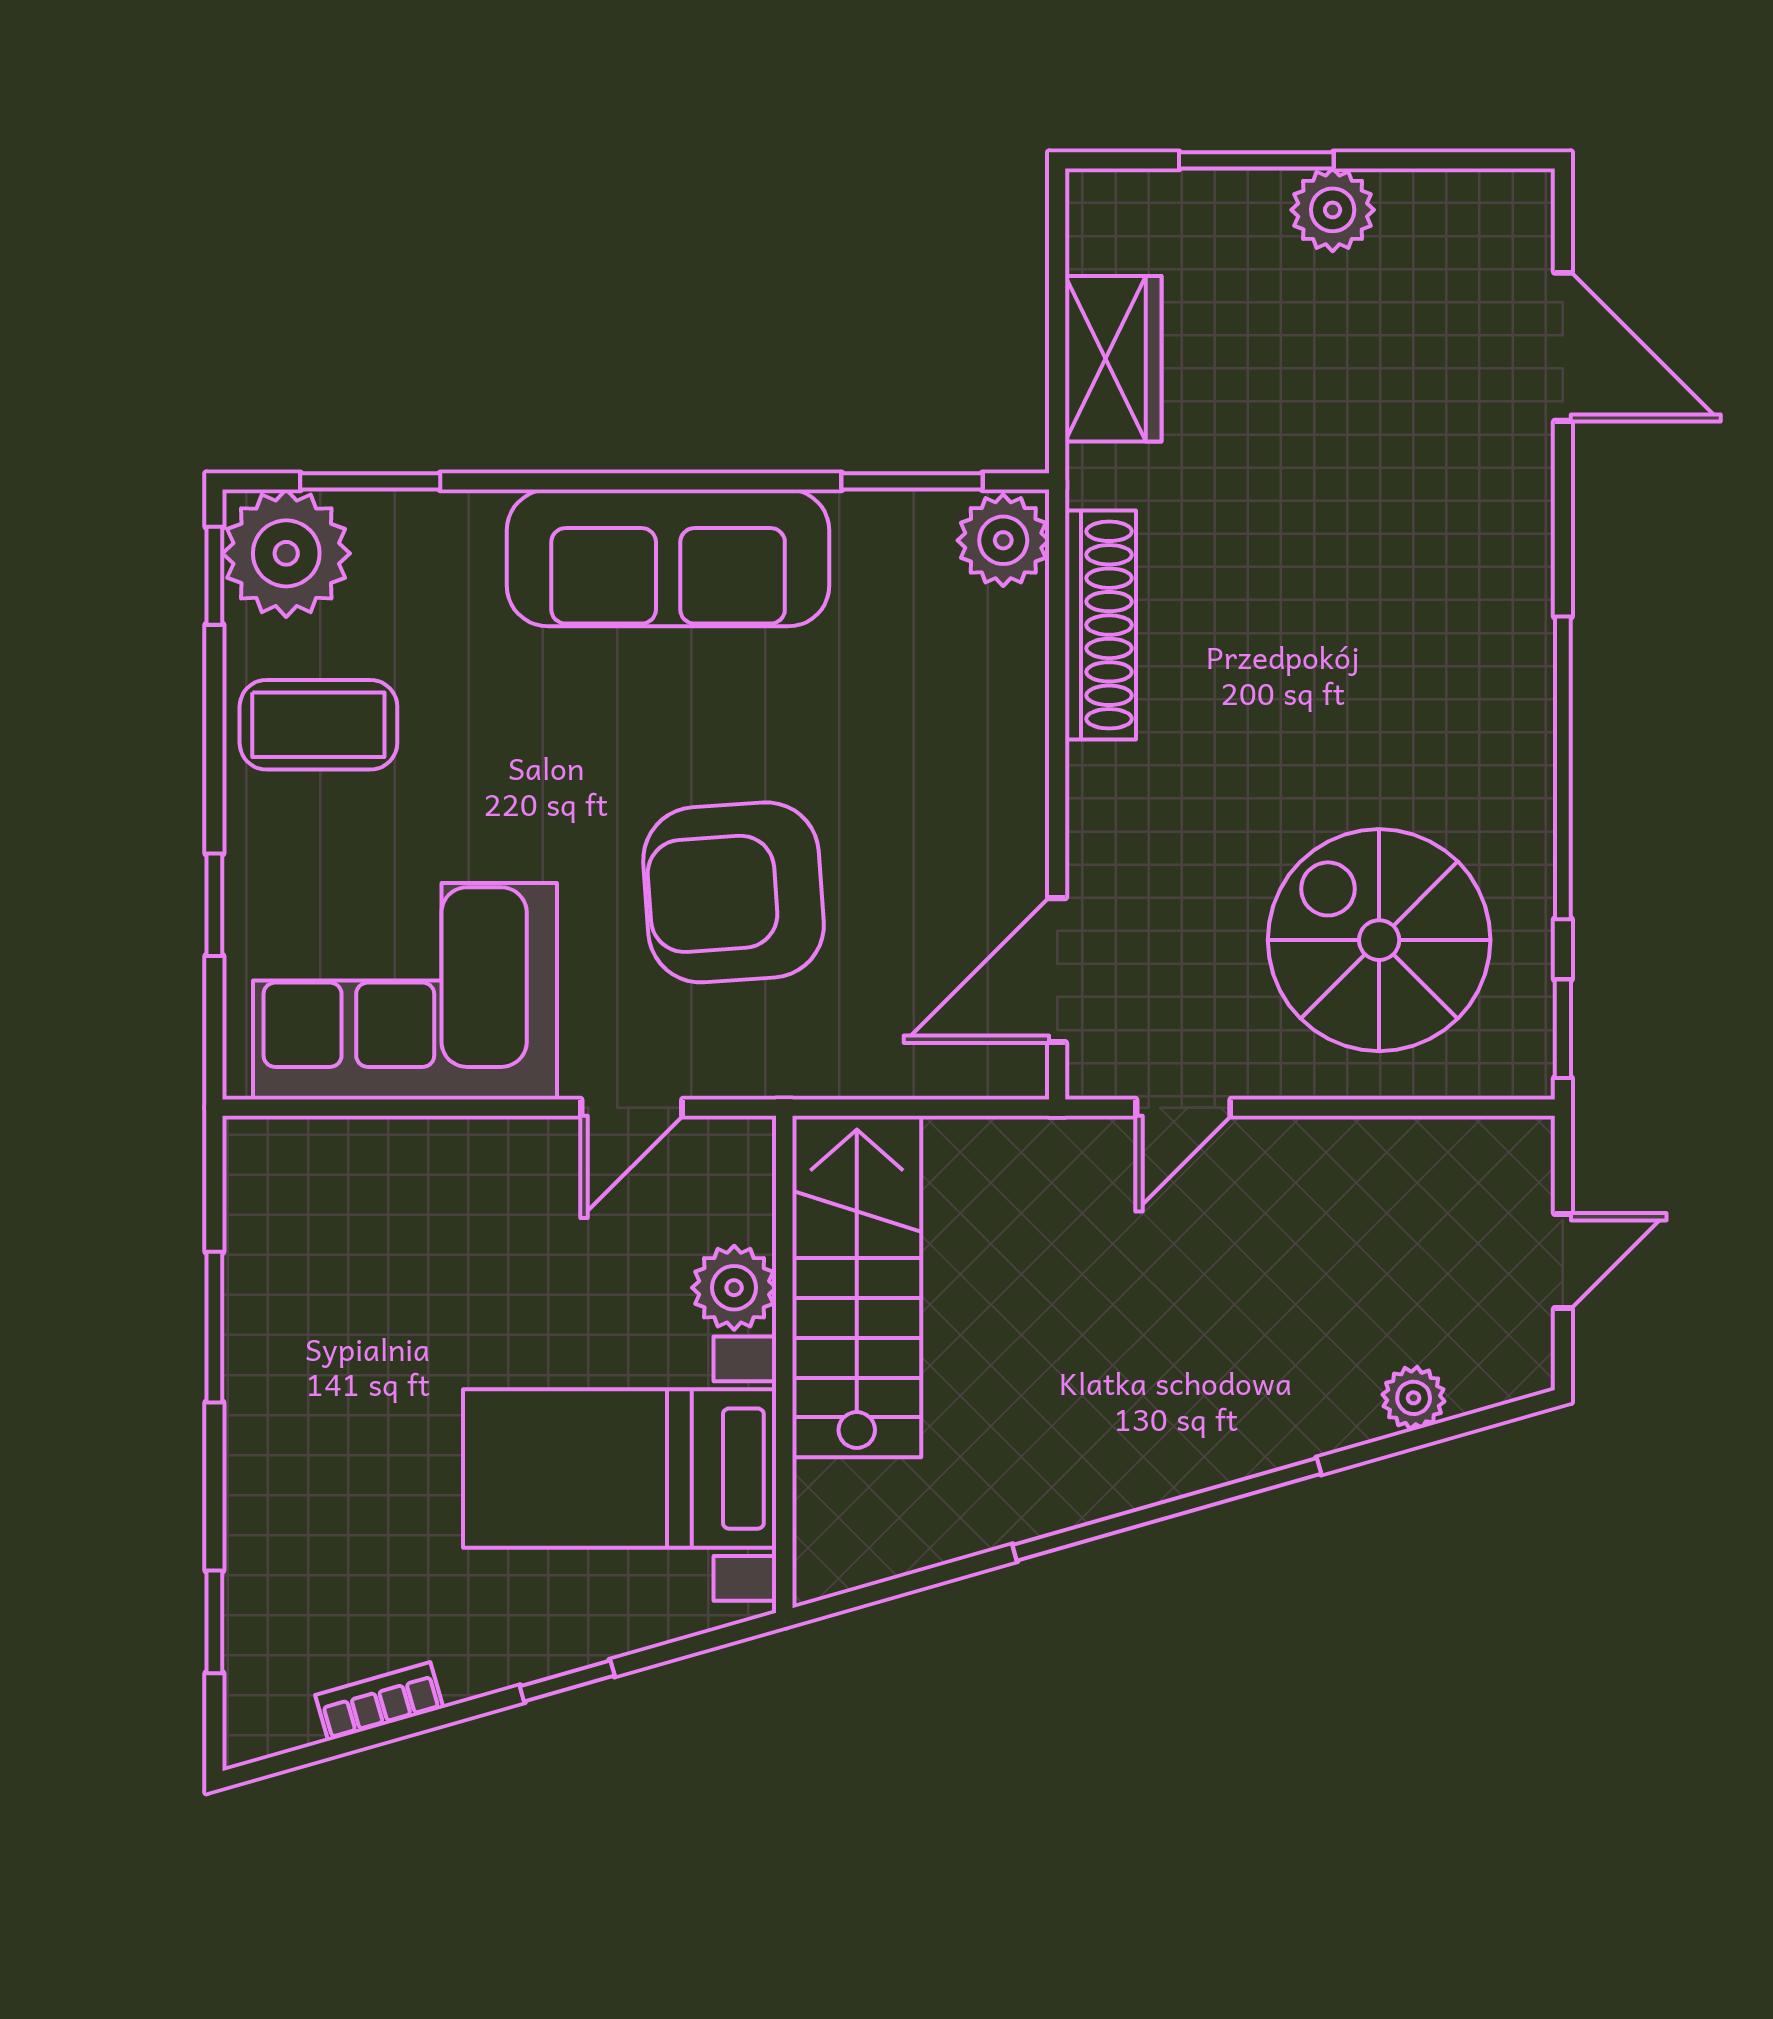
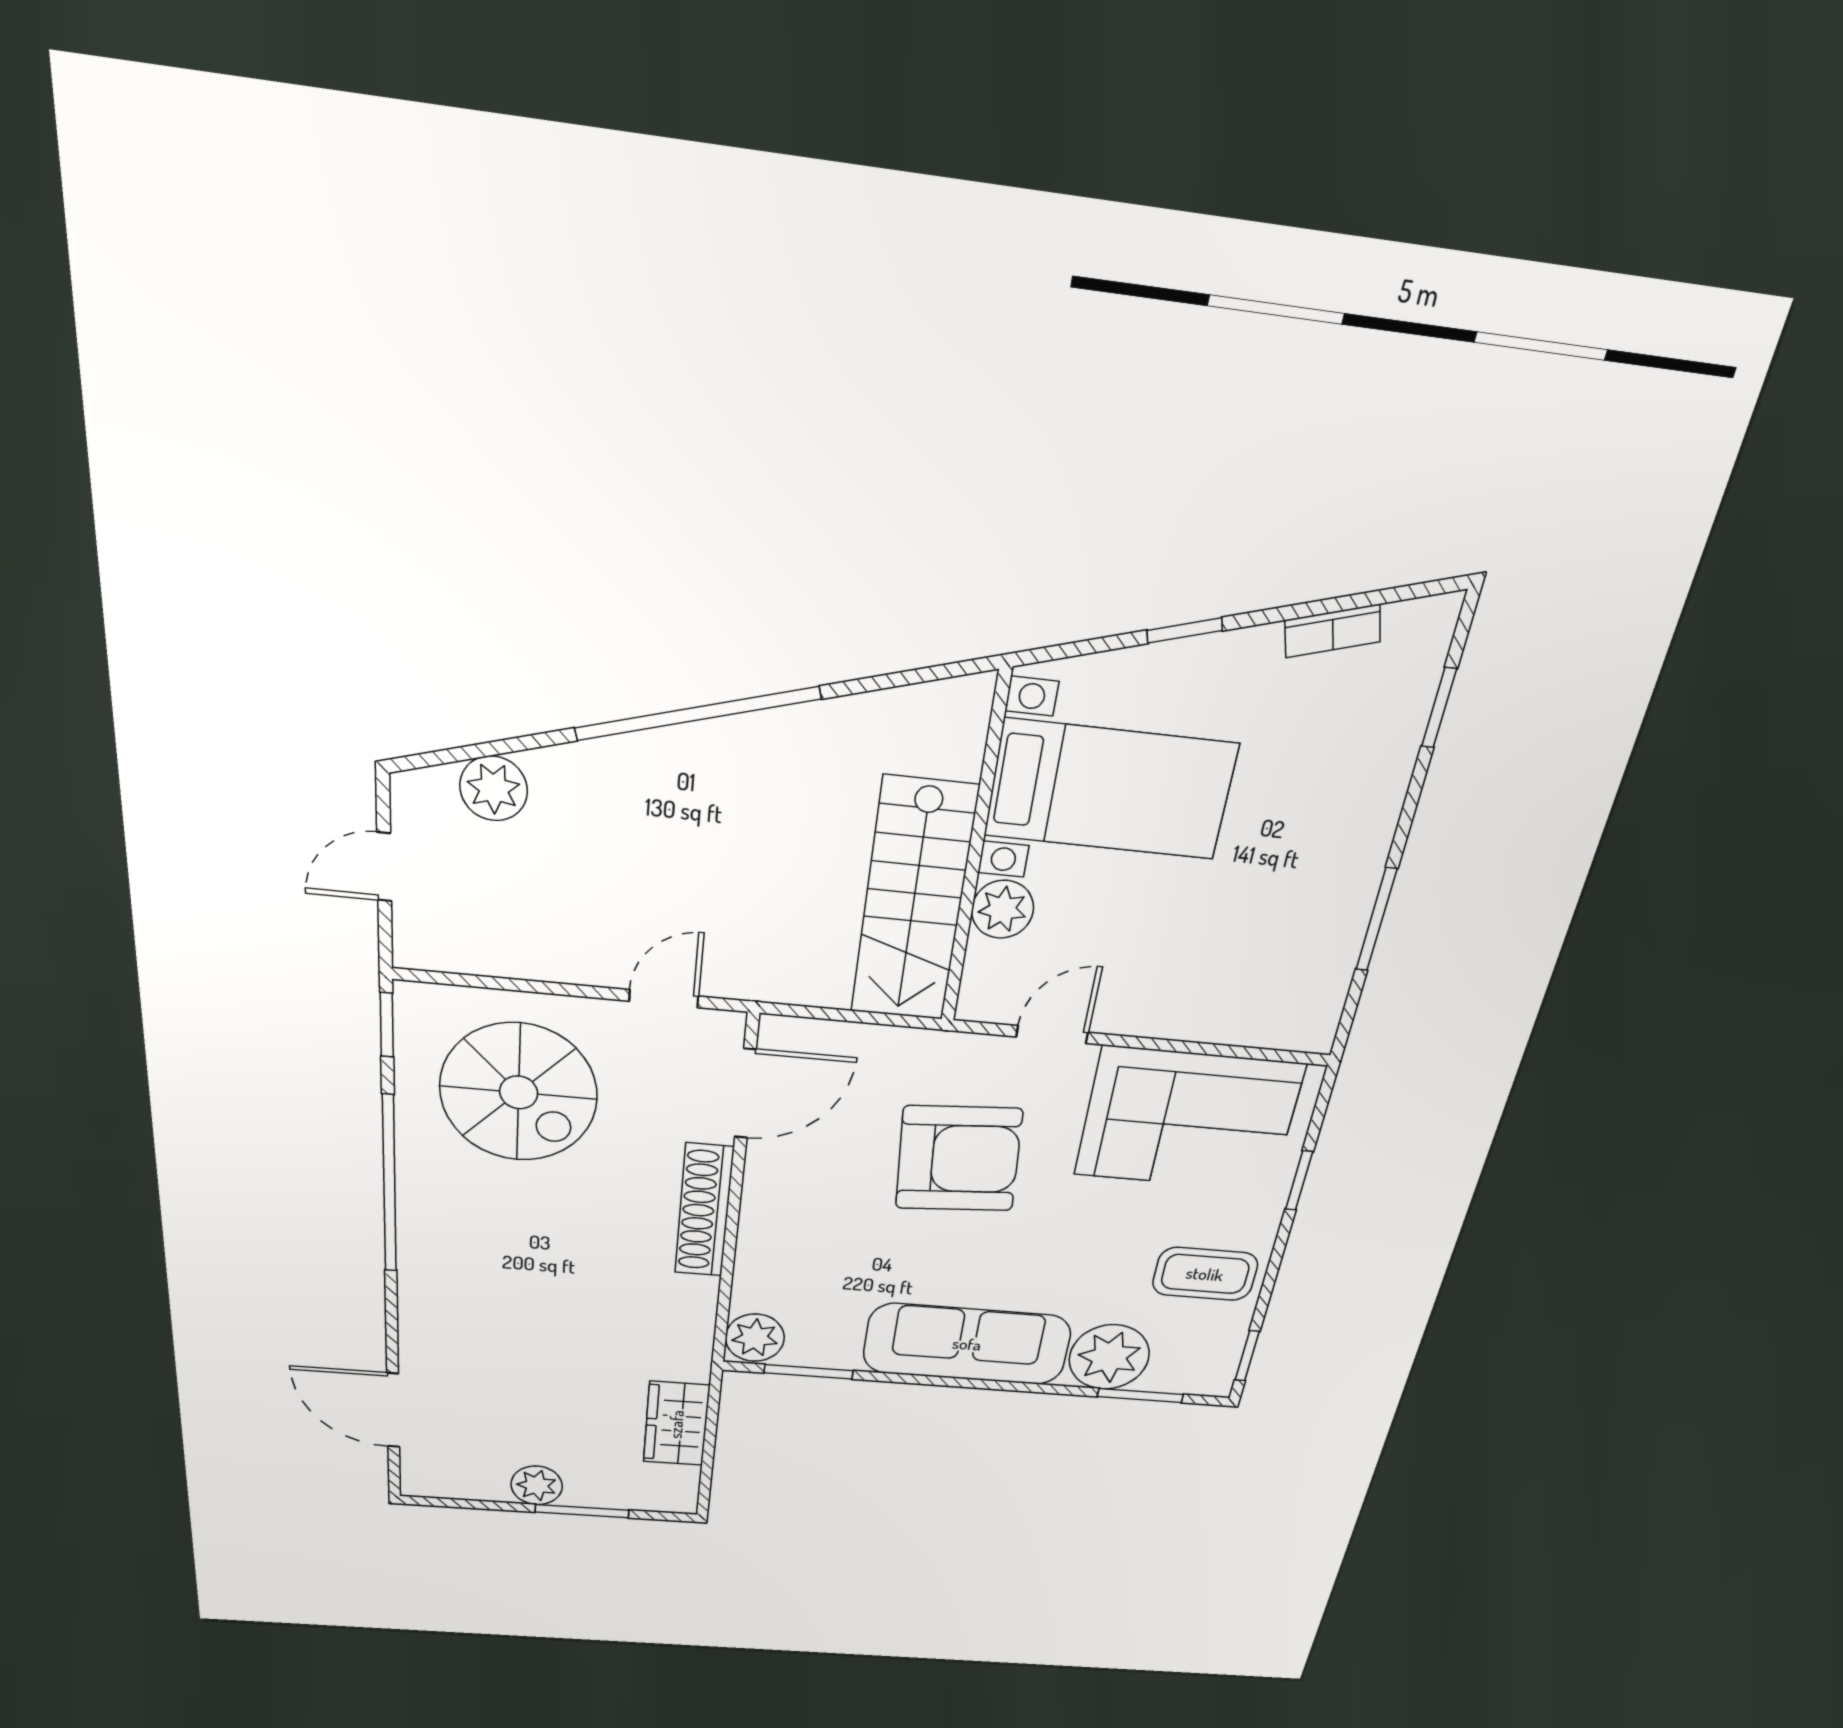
plant: (286, 553) -> (1109, 1357), moved
shoe rack: (1101, 625) -> (704, 1211), moved
plant: (1414, 1398) -> (494, 788), width x1.38, depth x1.38

